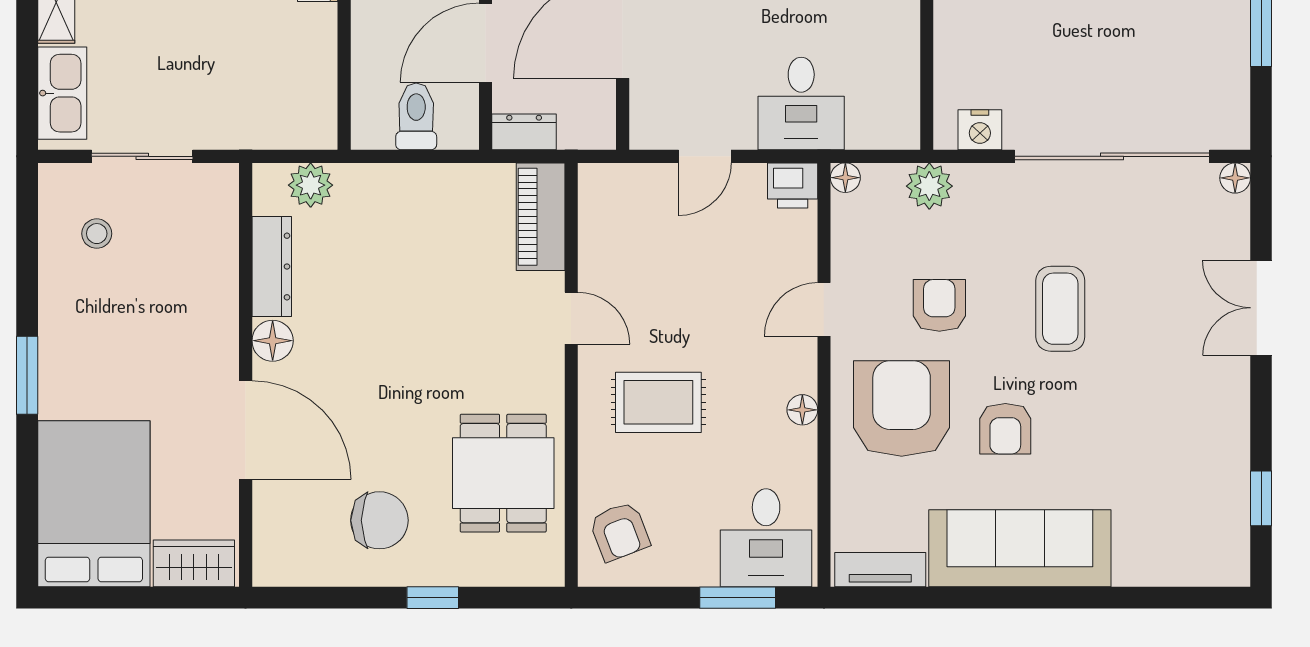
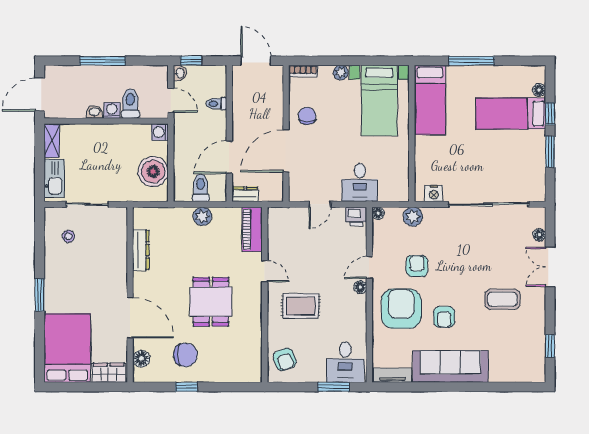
boiler: (301, 77) -> (153, 172), added
floor lamp: (1235, 178) -> (539, 235), moved
plant: (311, 185) -> (202, 216), moved
coffee table: (1060, 309) -> (502, 299), moved, turned 90
floor lamp: (273, 341) -> (141, 359), moved
floor lamp: (802, 410) -> (360, 287), moved
dining table: (503, 473) -> (211, 302), moved
window: (433, 598) -> (186, 387), moved

